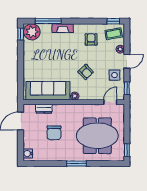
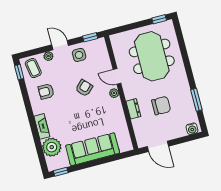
window: (48, 21) -> (38, 145), removed
plant: (32, 32) -> (52, 147), moved
sofa: (48, 91) -> (93, 149), moved, turned 90
door: (110, 102) -> (117, 76), moved
dresser: (44, 109) -> (133, 109), moved
window: (77, 164) -> (196, 100), moved

